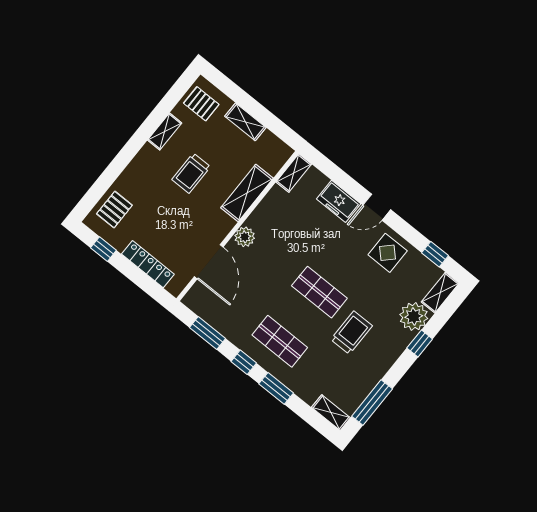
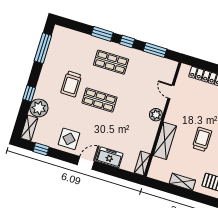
door: (209, 262) -> (171, 92), width x0.53
shelving: (331, 413) -> (65, 33), removed

